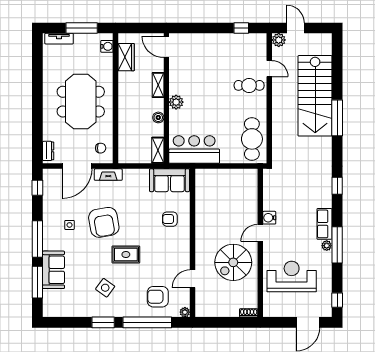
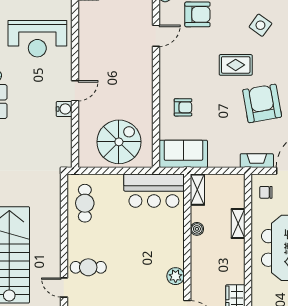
shelving: (158, 85) -> (238, 223), moved
plant: (176, 102) -> (176, 276), moved
cafe table: (252, 139) -> (85, 203), width x0.73, depth x0.74
spiral stairs: (233, 262) -> (119, 142), moved

